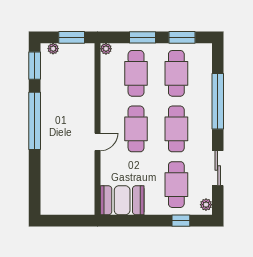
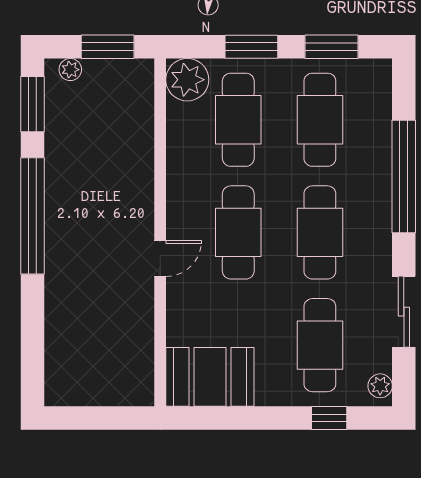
plant: (106, 49) -> (187, 80), width x1.87, depth x1.87

